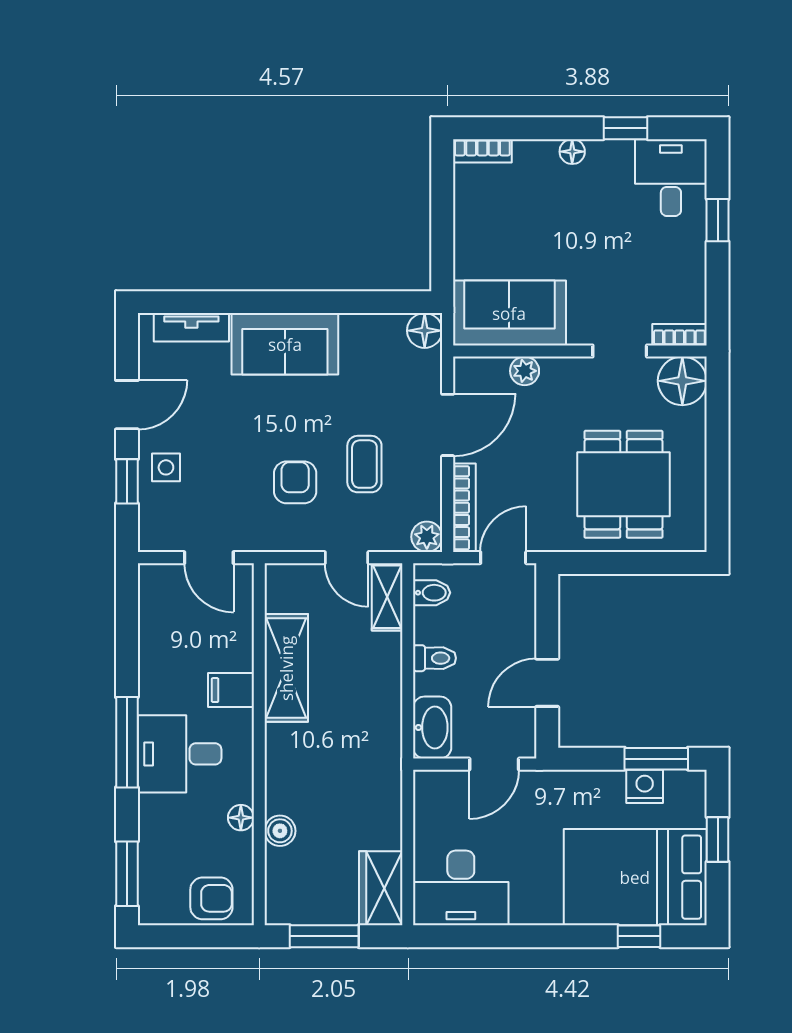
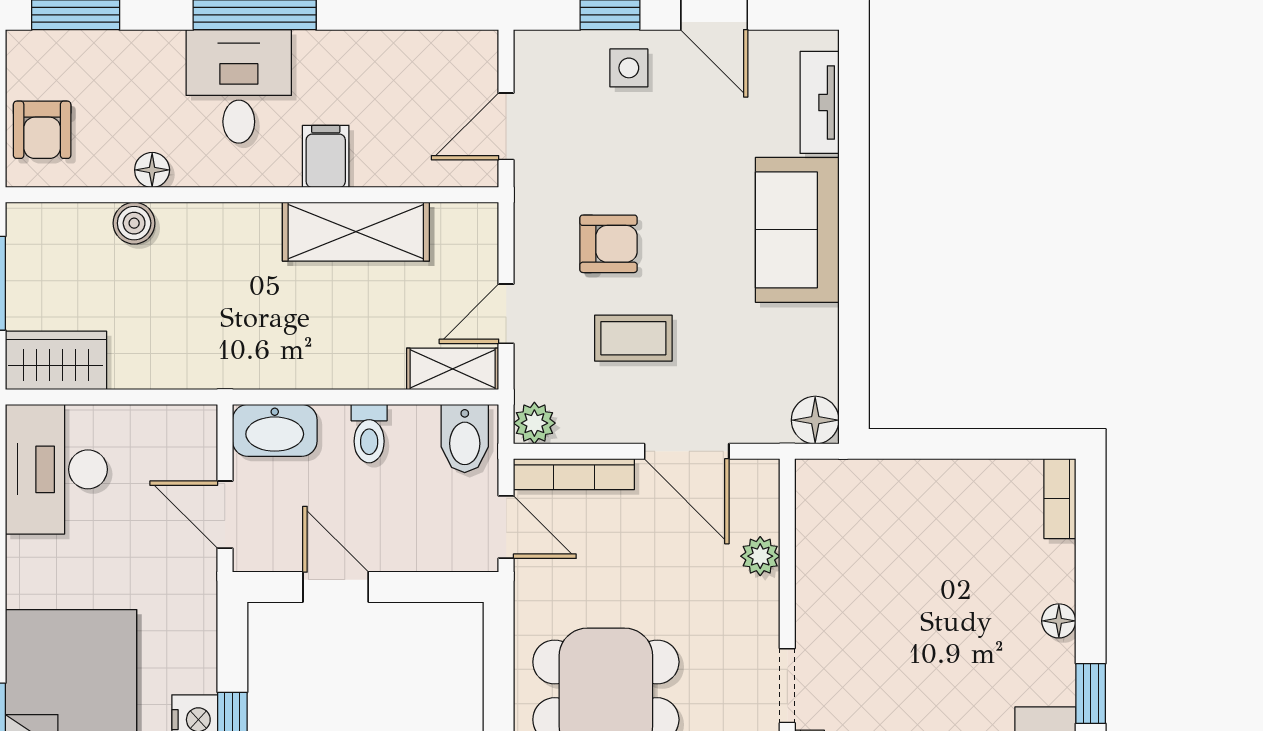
sofa: (509, 313) -> (839, 536), removed
bidet: (432, 593) -> (465, 439), width x1.38, depth x1.36

